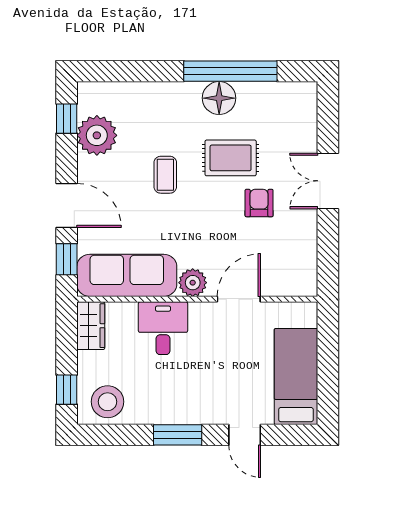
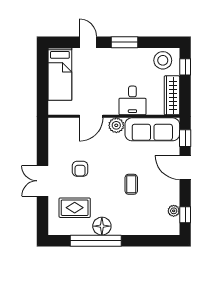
plant: (97, 135) -> (174, 211), width x0.53, depth x0.53
rug: (231, 158) -> (75, 208), moved
double door: (328, 181) -> (42, 181), swing flipped
wardrobe: (91, 326) -> (172, 95), width x1.50

